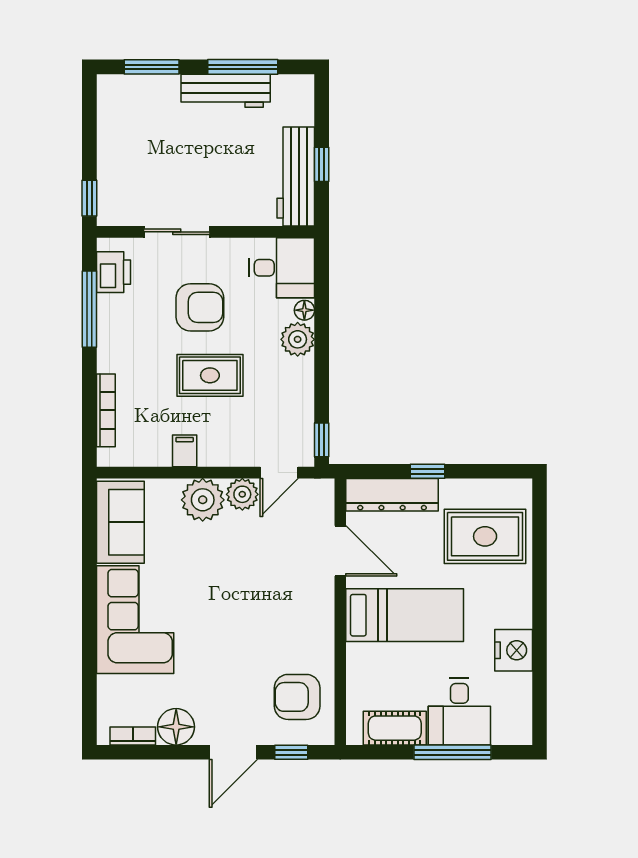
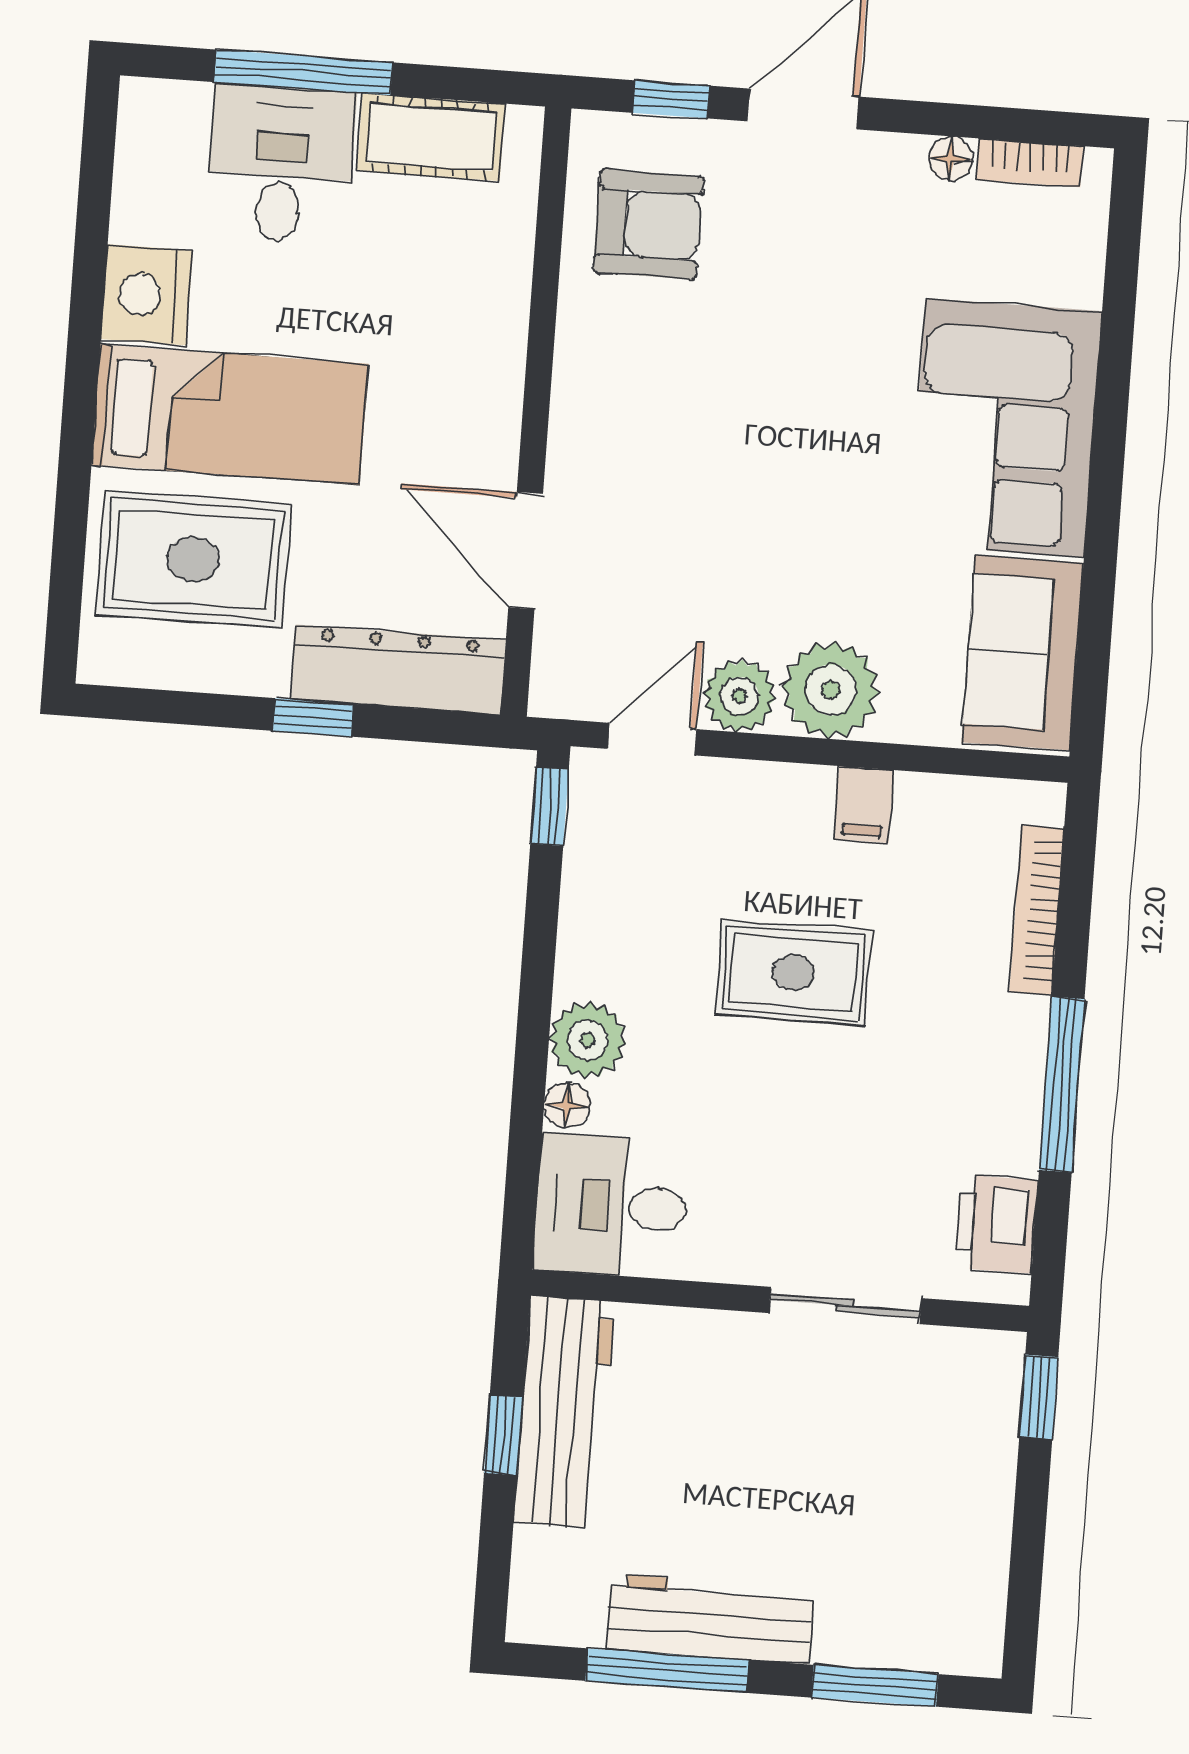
armchair: (200, 307) -> (805, 1129), removed
window: (89, 309) -> (1062, 1085), moved
bed: (405, 615) -> (230, 414), moved, turned 180
floor lamp: (176, 727) -> (951, 159), width x0.53, depth x0.53

